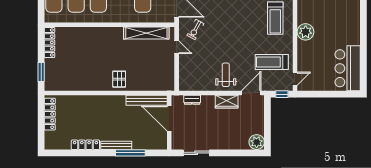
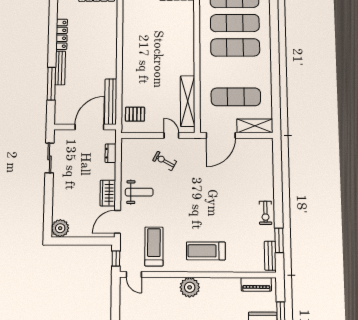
exercise bike: (195, 29) -> (165, 161), moved
door: (177, 47) -> (171, 135), swing flipped
pallet: (119, 79) -> (135, 114), moved
door: (251, 93) -> (118, 222), swing flipped

